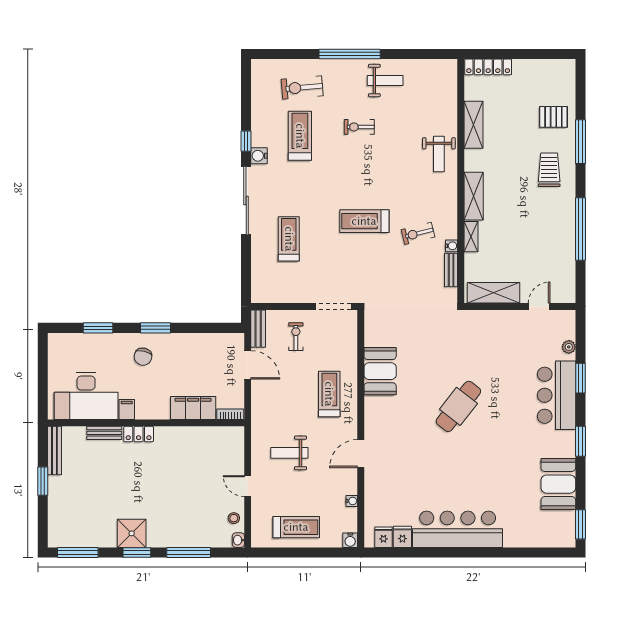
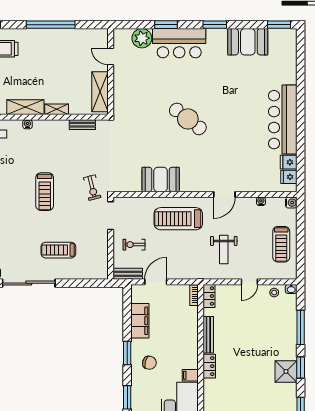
exercise bike: (418, 233) -> (92, 188), moved
water cooler: (452, 246) -> (27, 124), moved
plant: (569, 347) -> (142, 38), width x1.87, depth x1.87
treadmill: (329, 394) -> (178, 219), width x1.37, depth x1.38
filing cabinet: (193, 408) -> (140, 321), moved, turned 180
bench: (104, 433) -> (208, 335), moved, width x1.36
locker: (229, 434) -> (209, 296), added
door: (361, 454) -> (224, 194), hinge flipped
treadmill: (296, 527) -> (281, 244), turned 180

